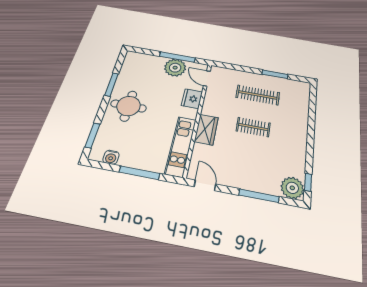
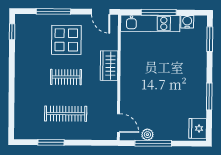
plant: (175, 68) -> (147, 135), width x0.53, depth x0.53
fridge: (192, 99) -> (198, 128), moved, turned 180
round table: (128, 106) -> (186, 76), removed
kitchen unit: (181, 146) -> (150, 23), moved, turned 90
display table: (248, 163) -> (66, 40), added
plant: (292, 188) -> (25, 24), removed

